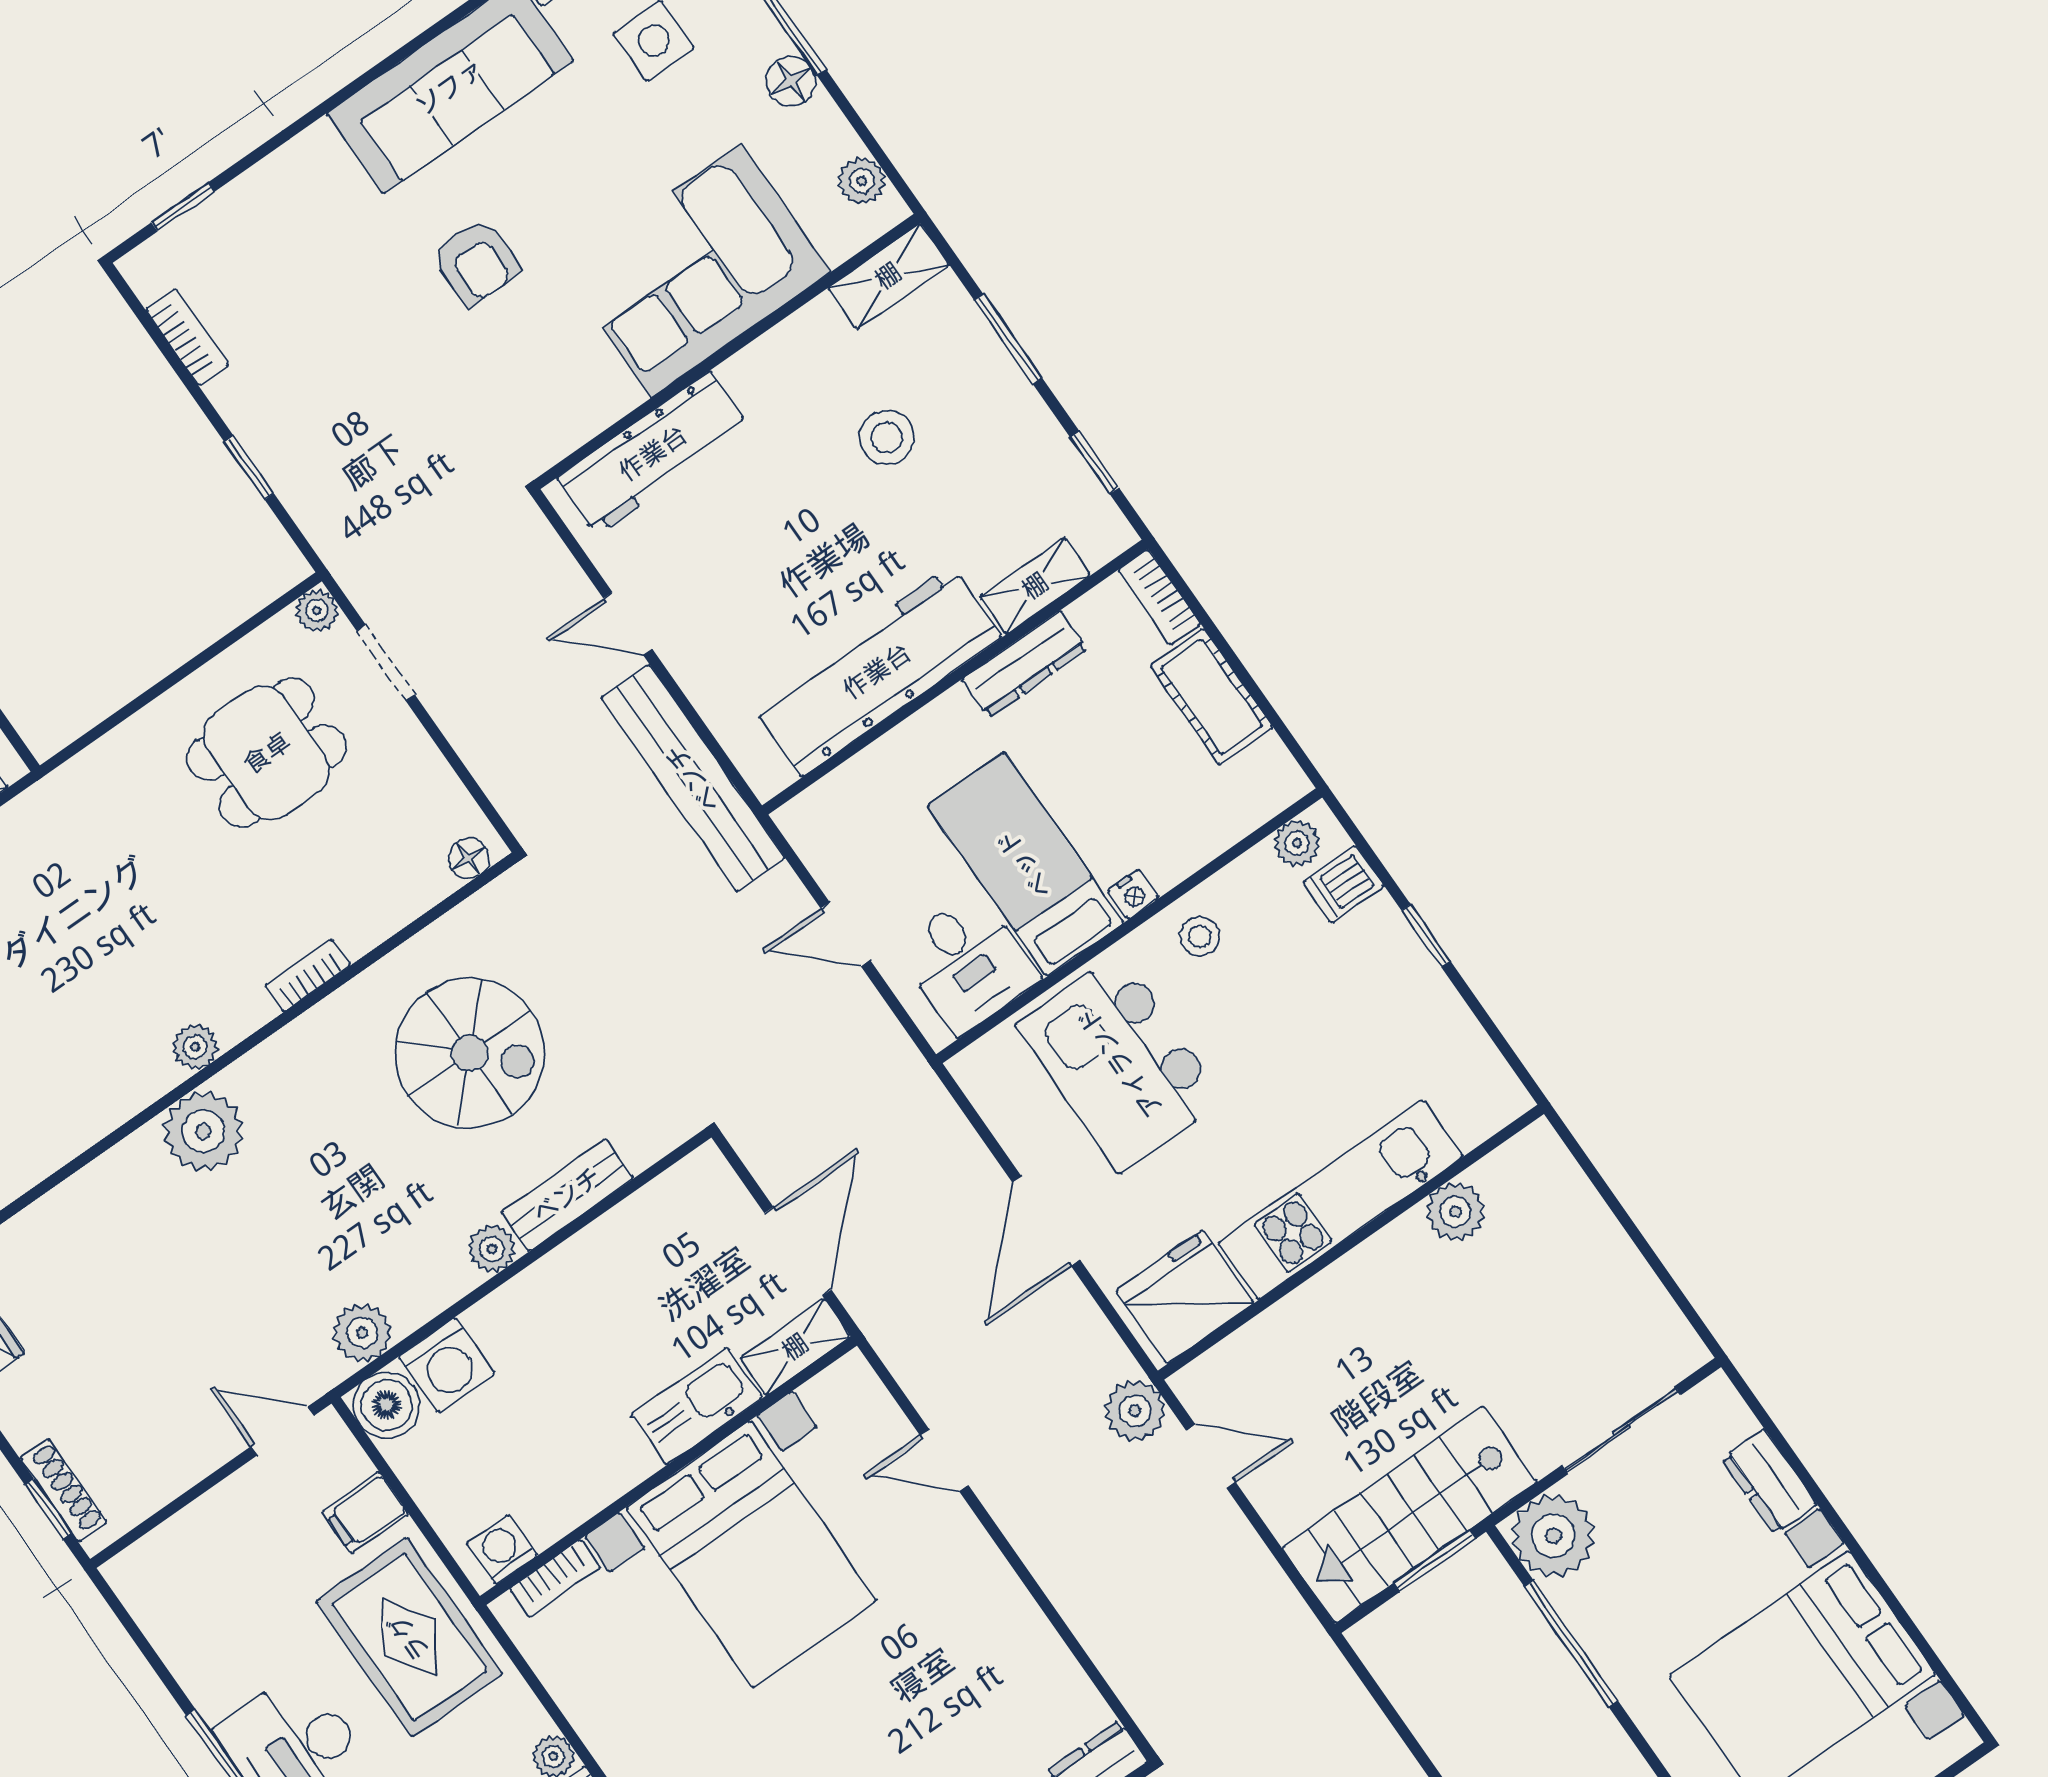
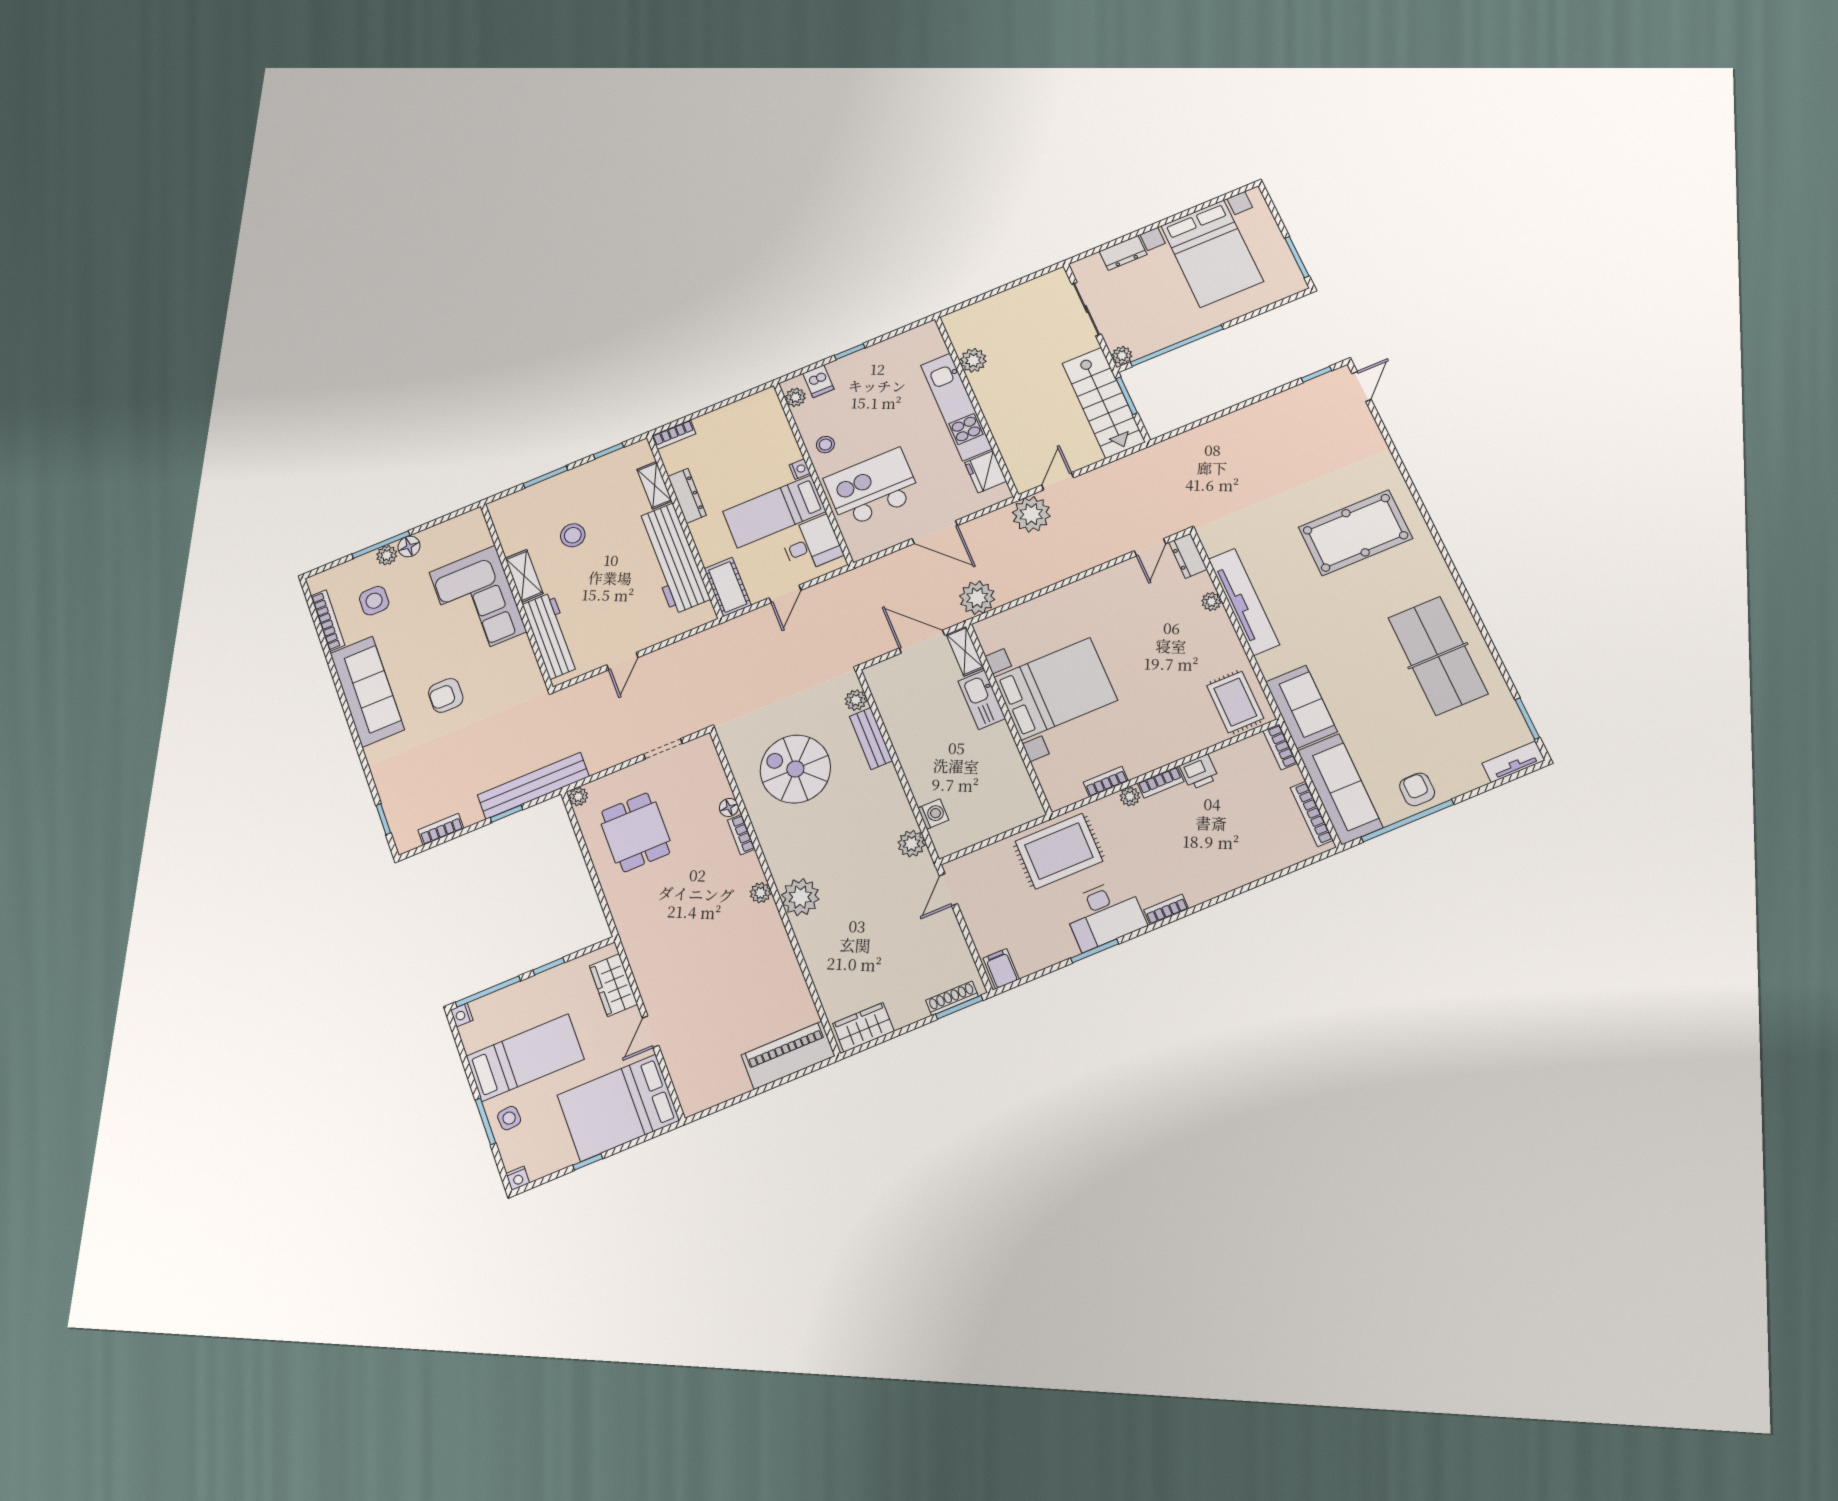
plant: (862, 181) -> (387, 555), moved
armchair: (476, 262) -> (446, 695), turned 180
shelving: (888, 276) -> (524, 576), moved
doorway: (386, 663) -> (663, 749), moved
cot: (1211, 697) -> (728, 587), moved, turned 90
bench: (693, 778) -> (533, 786), moved
floor lamp: (469, 858) -> (729, 807), moved
spiral stairs: (470, 1053) -> (795, 769), turned -90
kitchen island: (1120, 1062) -> (872, 488), turned 180
plant: (492, 1249) -> (856, 700), moved
fridge: (1185, 1297) -> (986, 472), width x0.73, depth x0.75
plant: (917, 1345) -> (977, 598), added
washing machine: (447, 1365) -> (933, 814), width x0.73, depth x0.73
boiler: (387, 1405) -> (948, 839), removed
plant: (1135, 1411) -> (1031, 514), width x1.36, depth x1.36
door: (944, 1460) -> (1150, 547), moved
window: (48, 1509) -> (959, 1007), width x1.50
filing cabinet: (365, 1513) -> (1001, 969), moved, turned 180
plant: (1553, 1536) -> (1122, 356), width x0.53, depth x0.53
washing machine: (502, 1549) -> (1027, 801), removed
bookcase: (555, 1578) -> (1106, 782), moved, turned -90
window: (1571, 1644) -> (1177, 346), width x1.46

